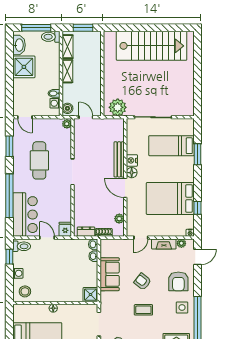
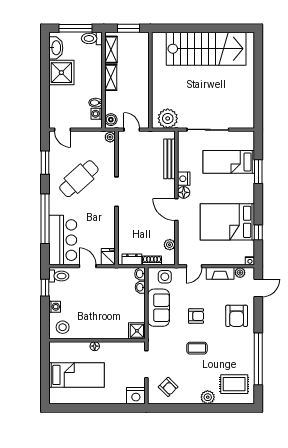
bench: (119, 159) -> (169, 159), moved
cafe table: (39, 160) -> (79, 179), turned 48
armchair: (143, 282) -> (196, 316), turned 142
side table: (182, 308) -> (165, 277), moved

